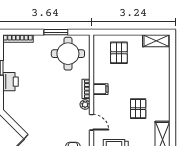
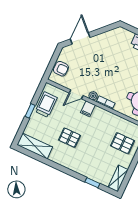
window: (173, 65) -> (92, 183), added
filing cabinet: (101, 89) -> (88, 109), moved

